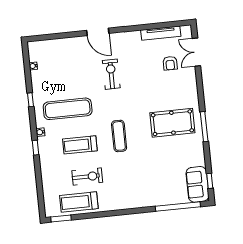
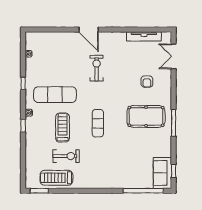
armchair: (170, 63) -> (147, 82), moved
treadmill: (80, 145) -> (63, 128), turned 90

